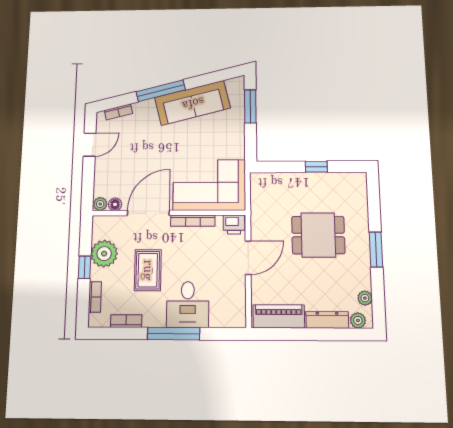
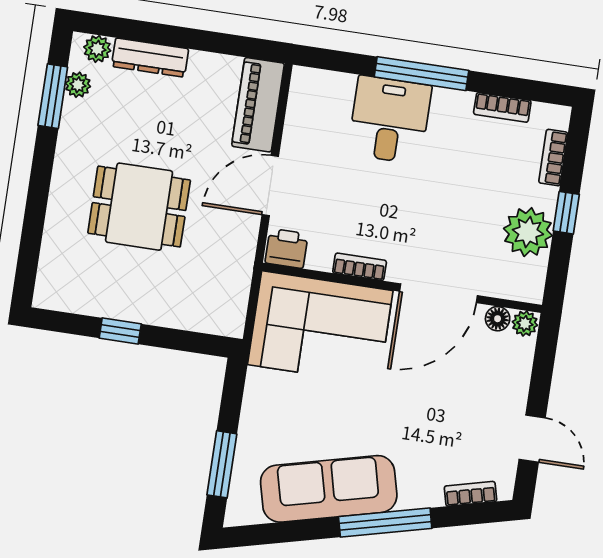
door: (90, 145) -> (532, 439), swing flipped
bookcase: (193, 221) -> (360, 267), width x0.64
window: (376, 250) -> (53, 96), moved
rug: (148, 270) -> (453, 190), removed
piano: (279, 316) -> (258, 105), moved, turned 90

